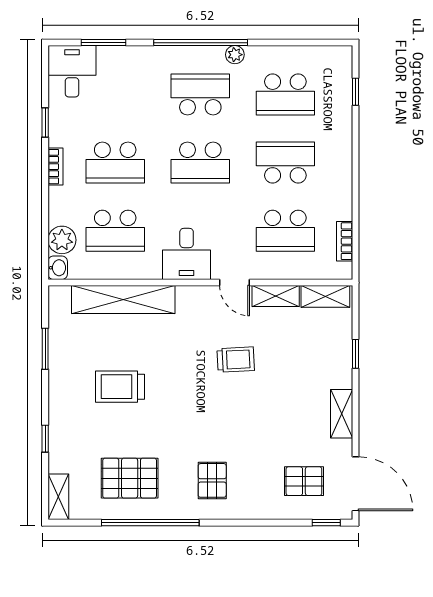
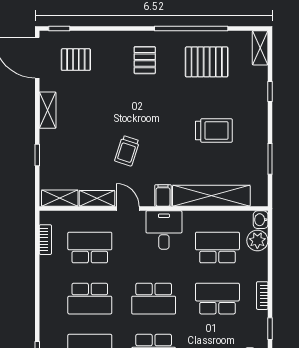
school desk: (200, 163) -> (154, 299), turned 180
filing cabinet: (188, 300) -> (163, 195), added
trolley: (236, 360) -> (127, 151), turned -69

